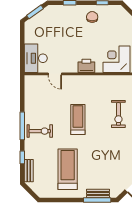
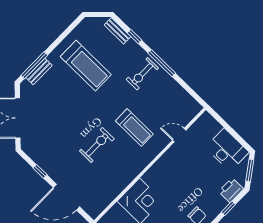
desk: (36, 58) -> (227, 150), moved
printer: (86, 66) -> (231, 190), moved, turned 180
exercise bike: (118, 114) -> (97, 145), moved, turned 90
treadmill: (78, 120) -> (134, 127), moved

